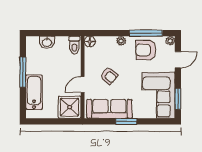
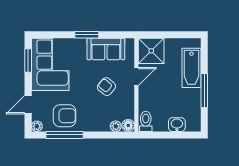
plant: (121, 41) -> (116, 126), moved
sofa: (109, 109) -> (106, 49), width x0.73

